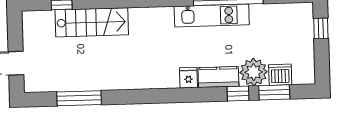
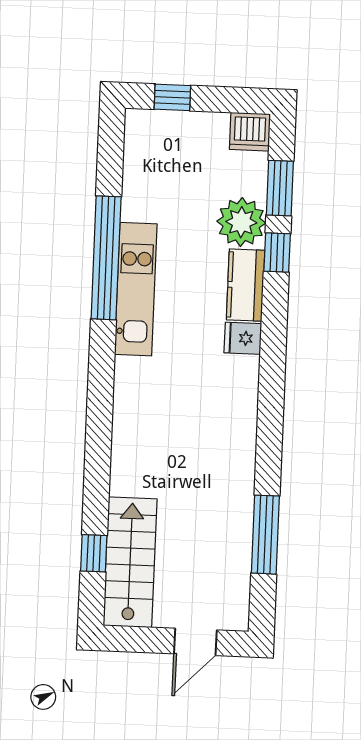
stairs: (92, 22) -> (130, 562), moved
dishwasher: (280, 75) -> (250, 132), moved, turned -90

